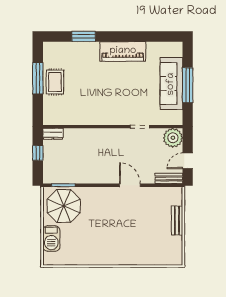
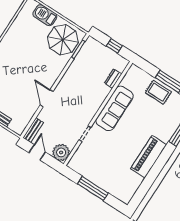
sofa: (171, 84) -> (114, 108), moved, turned 90
dresser: (53, 134) -> (113, 79), moved
door: (130, 185) -> (47, 98), swing flipped

